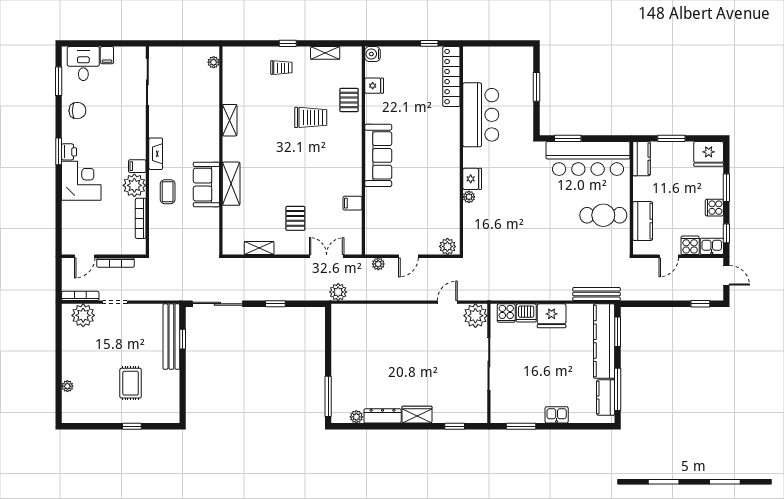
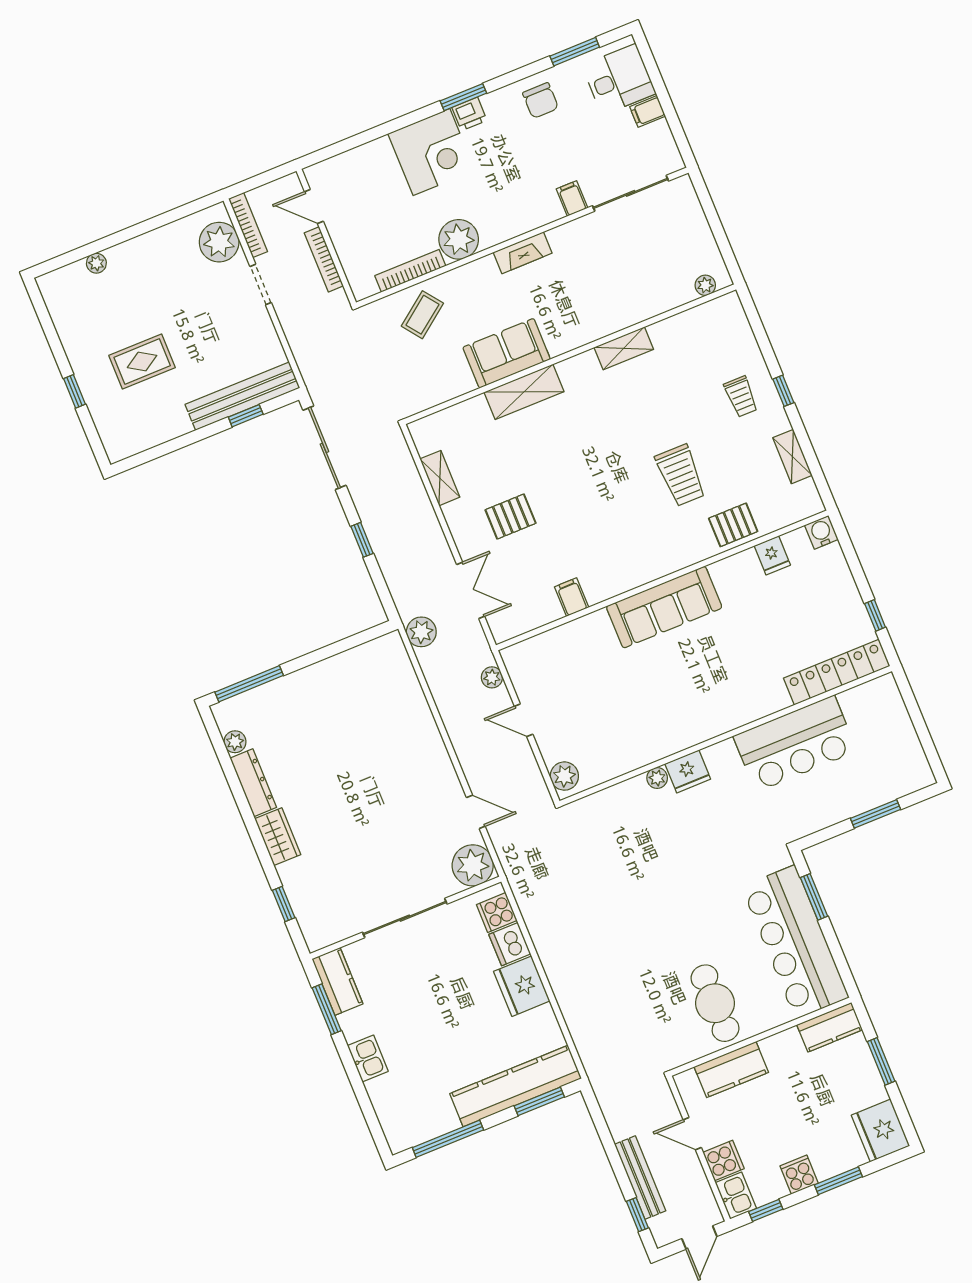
filing cabinet: (137, 166) -> (572, 198), moved
coffee table: (168, 192) -> (422, 315), moved, turned -37
bench: (597, 294) -> (640, 1178), moved
kitchen counter: (606, 398) -> (337, 981), moved, turned 90

